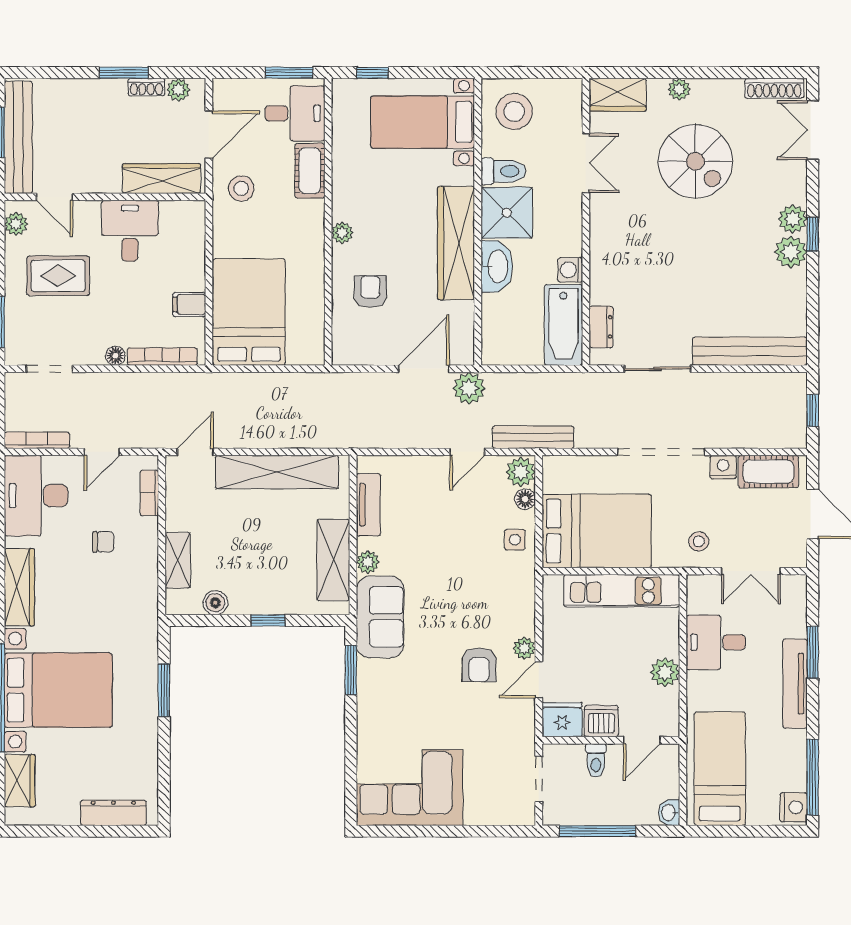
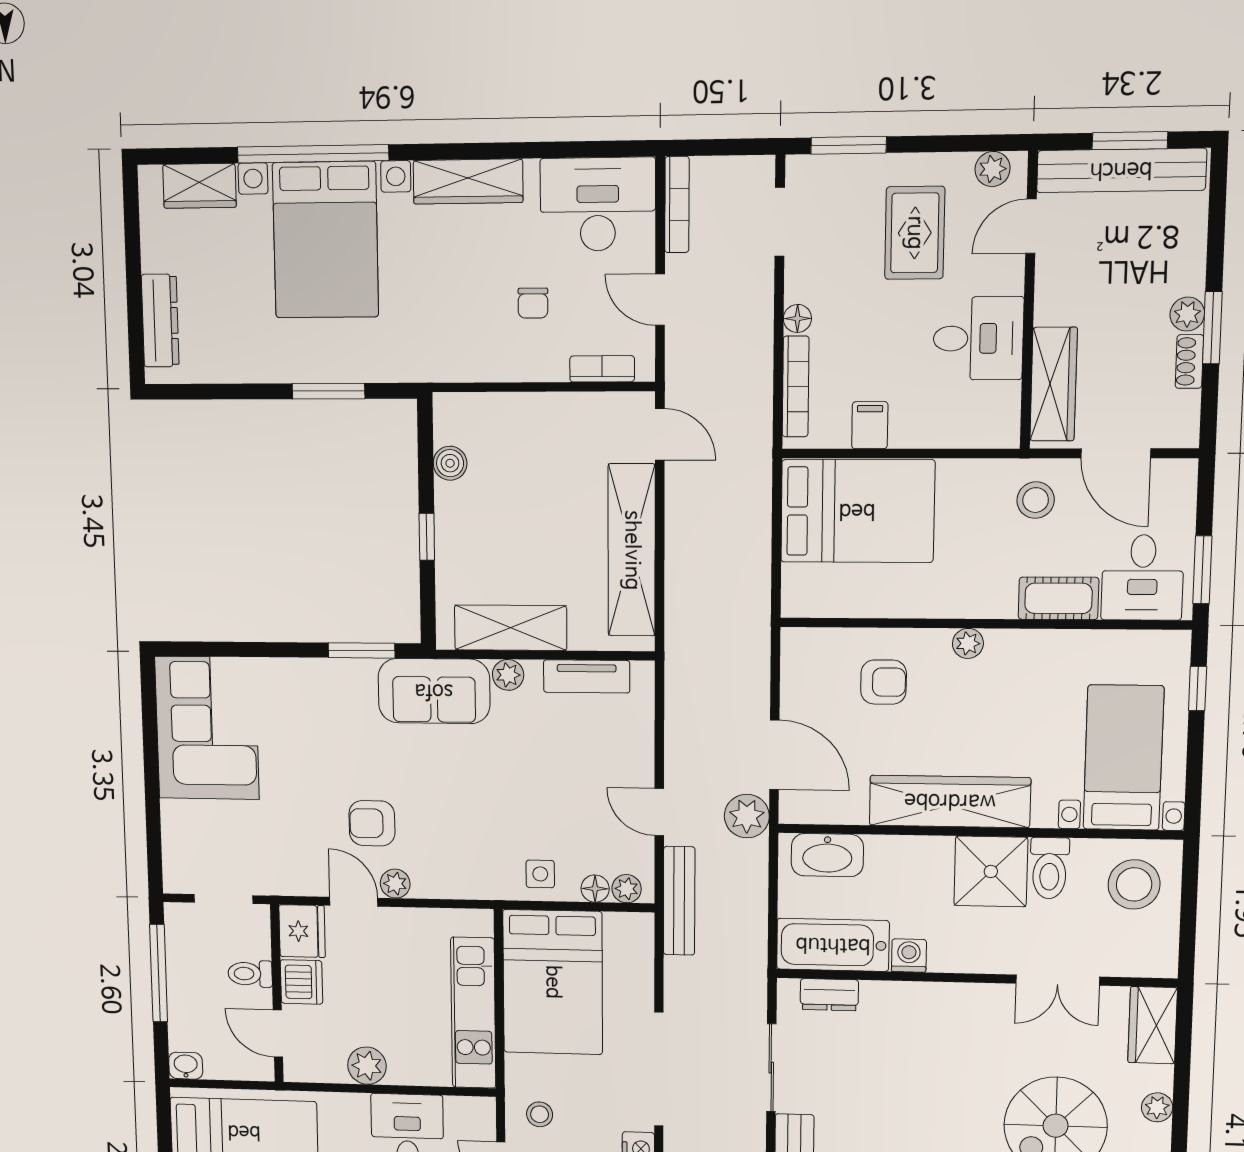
plant: (178, 90) -> (1187, 314), moved
washbasin: (497, 266) -> (827, 855), moved
plant: (521, 472) -> (627, 889), width x0.73, depth x0.73
shelving: (178, 560) -> (508, 410), removed

